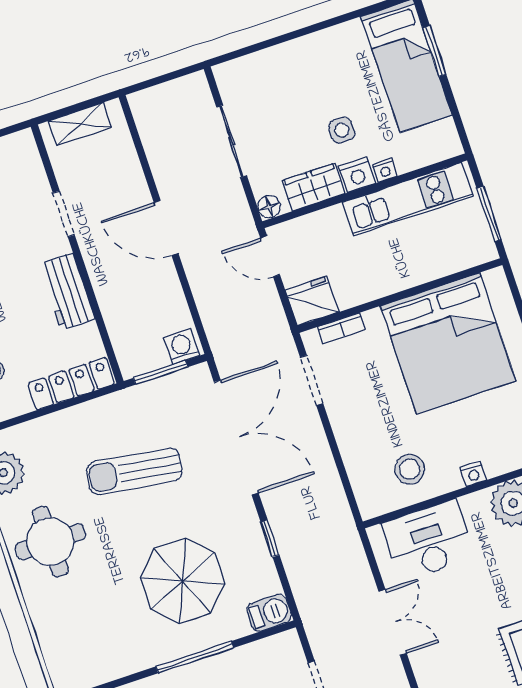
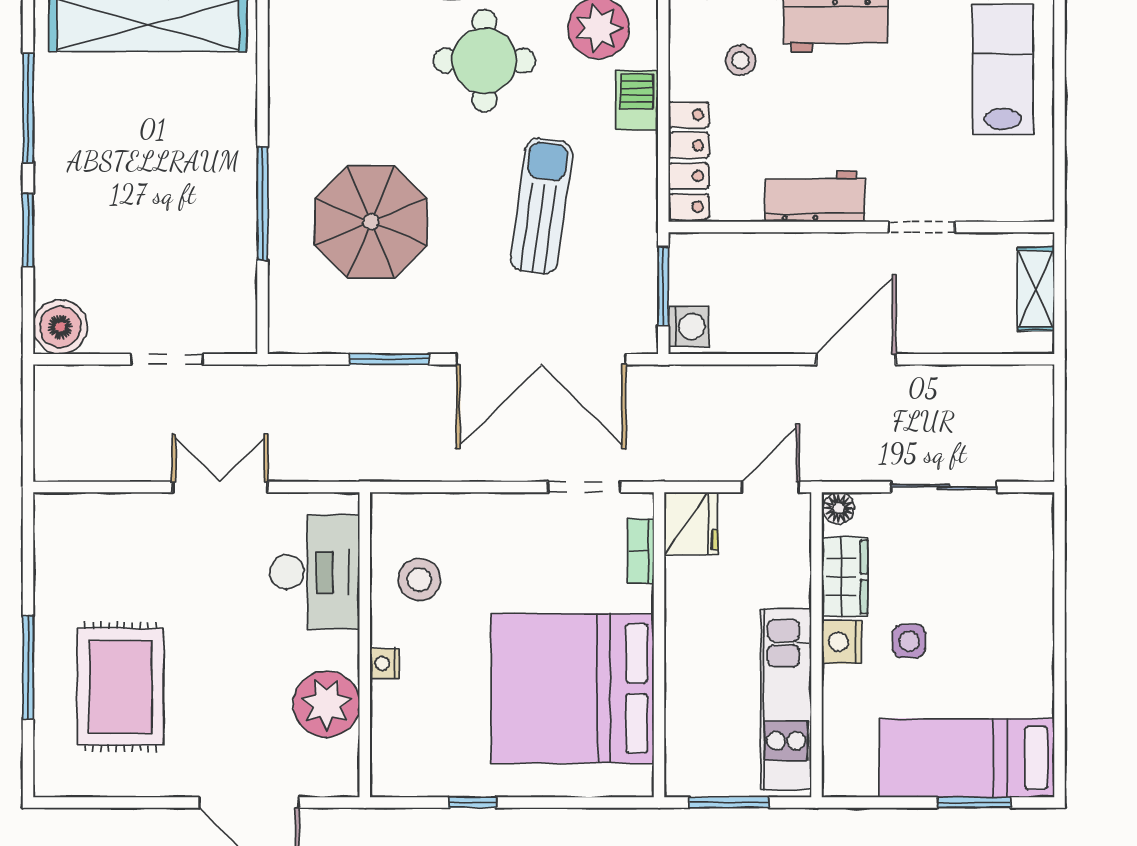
nightstand: (385, 170) -> (835, 681), removed
window: (270, 538) -> (389, 359), width x1.50
barbecue: (269, 613) -> (637, 100), moved, turned 180
double door: (393, 622) -> (220, 487), swing flipped

